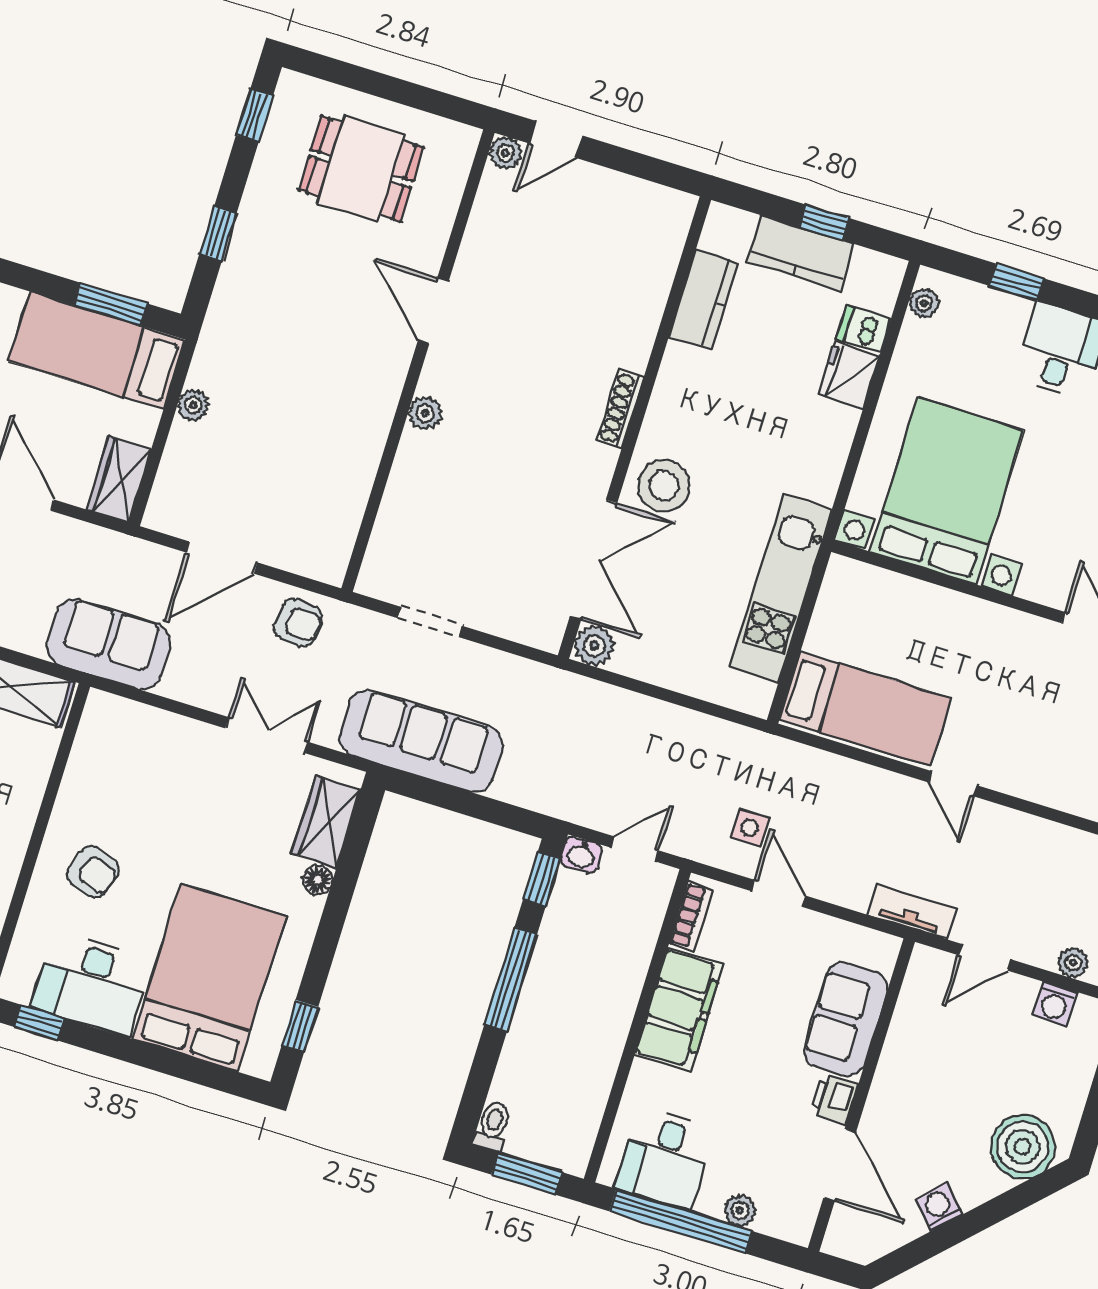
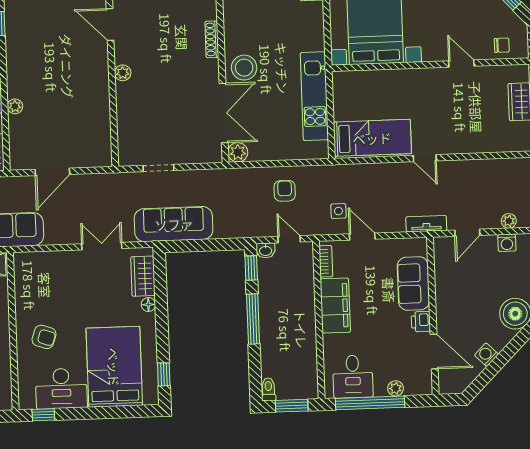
armchair: (298, 623) -> (285, 191), moved, turned -96
door: (635, 849) -> (289, 239), hinge flipped

